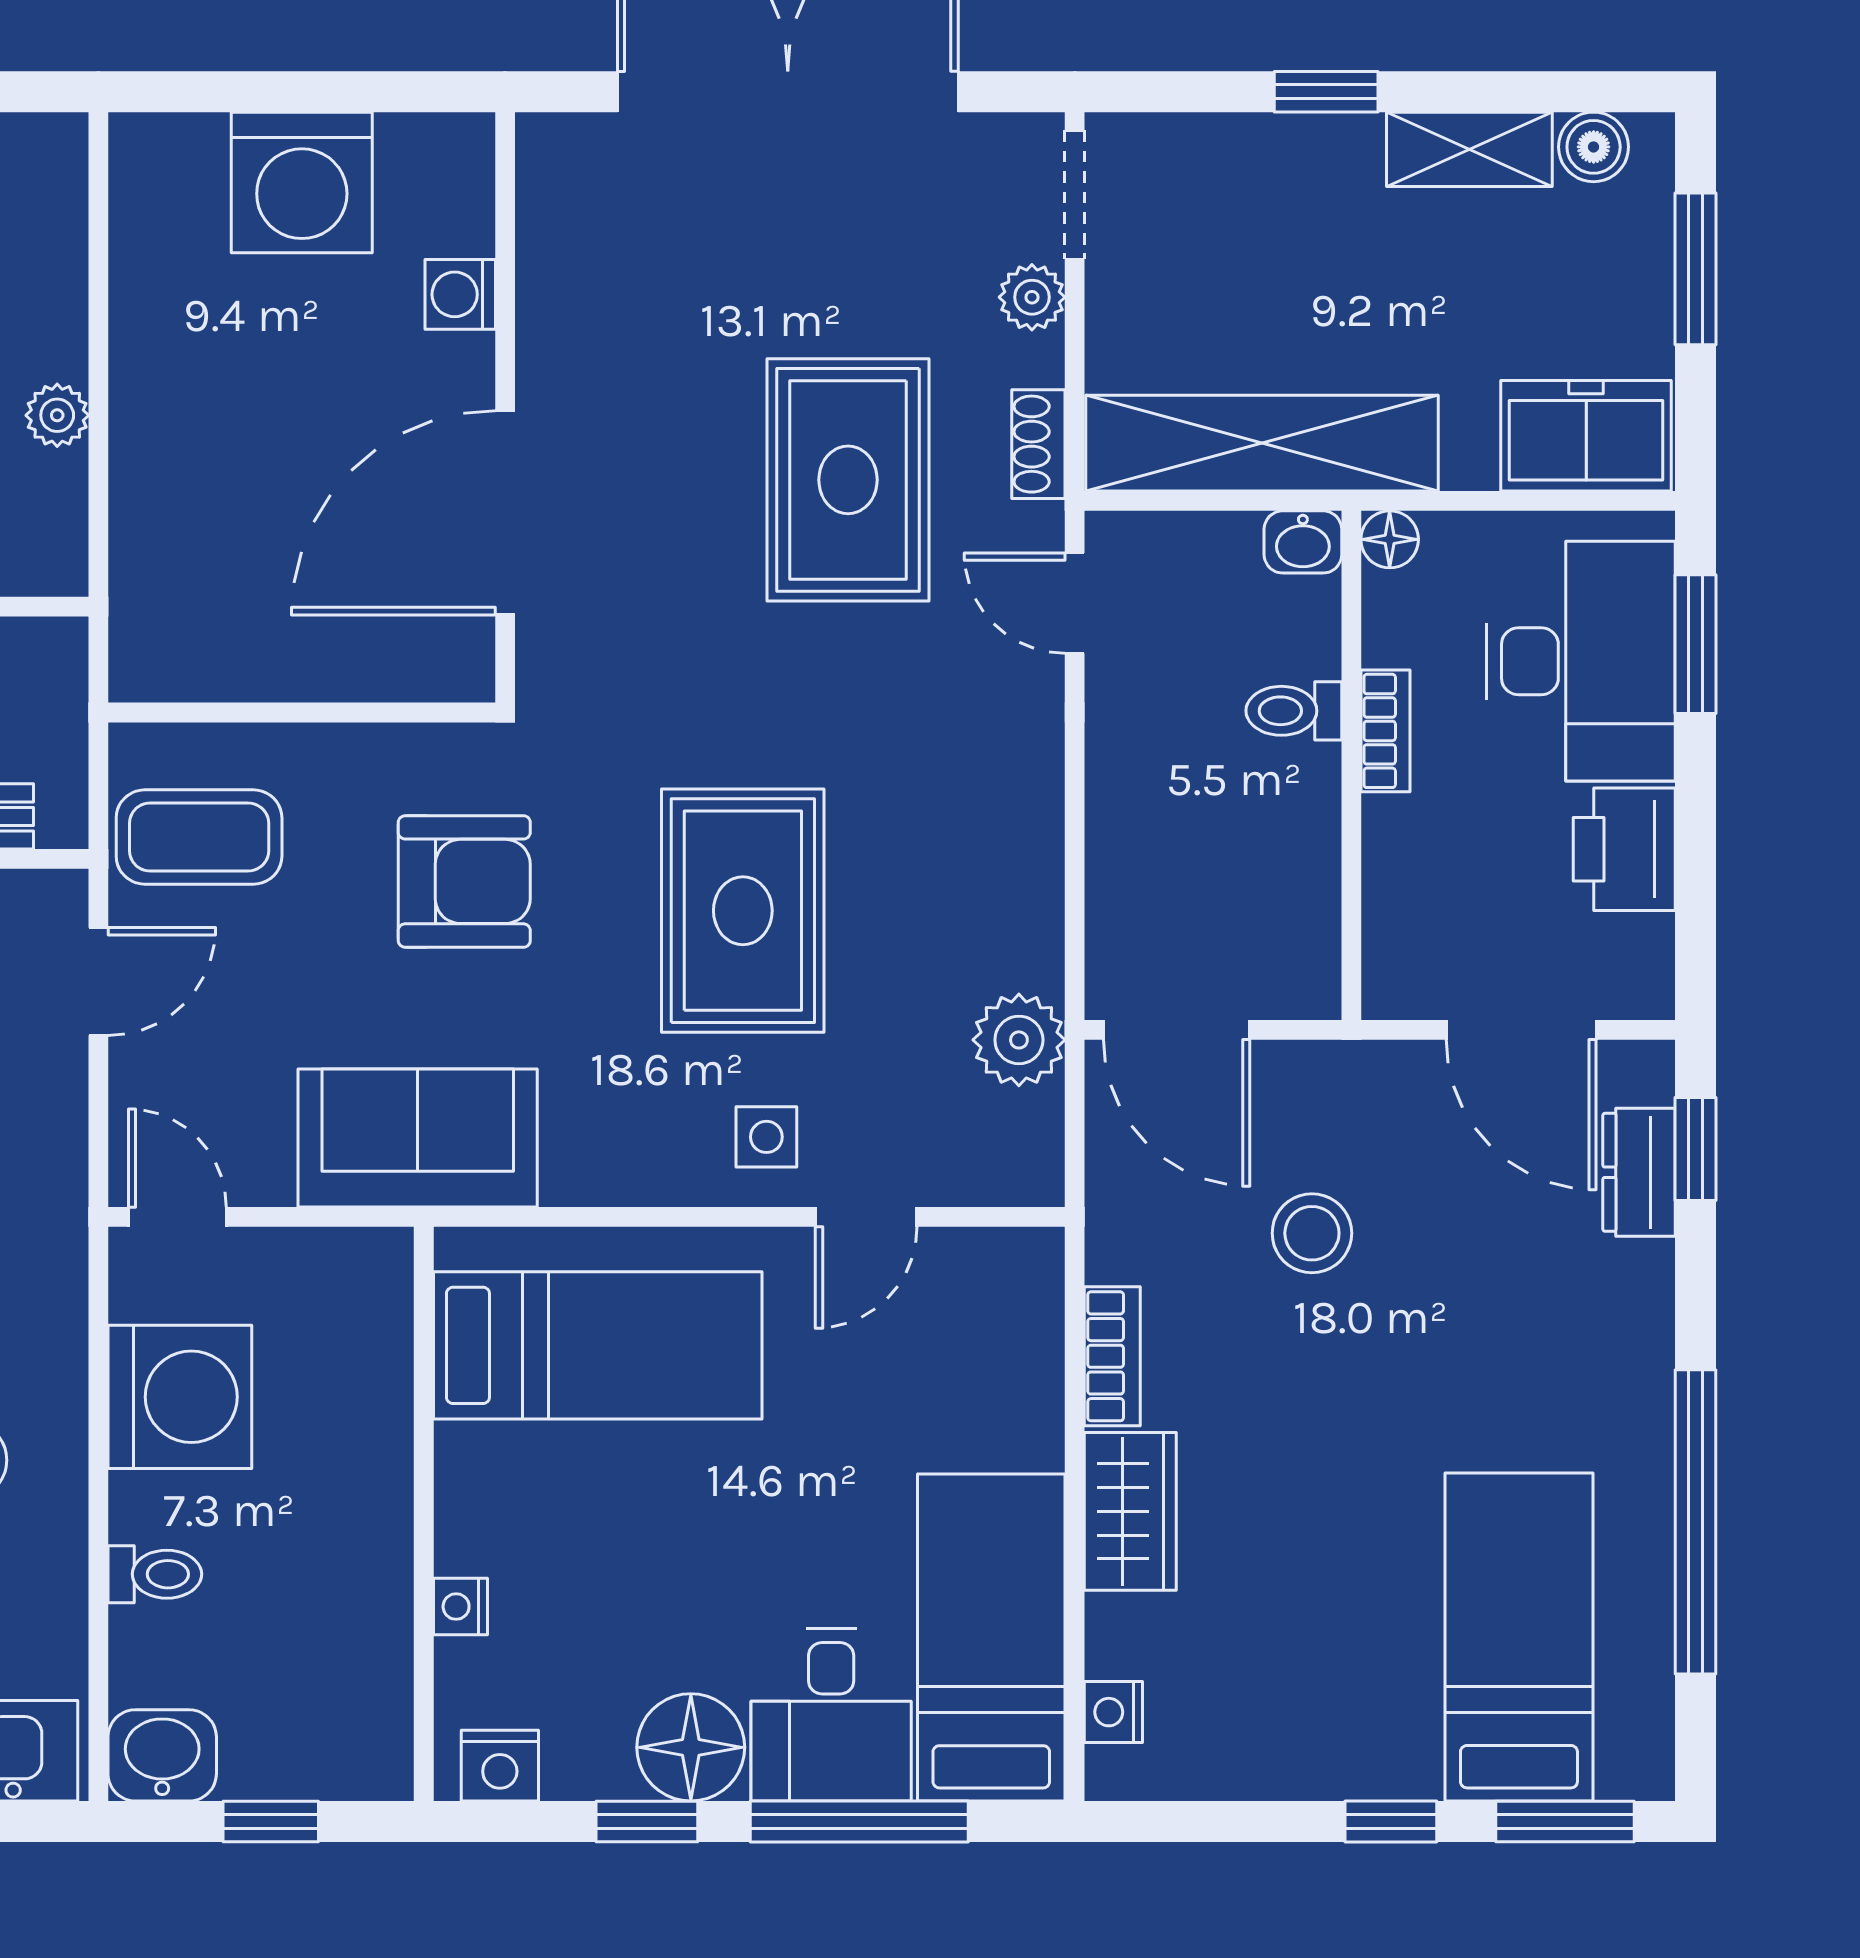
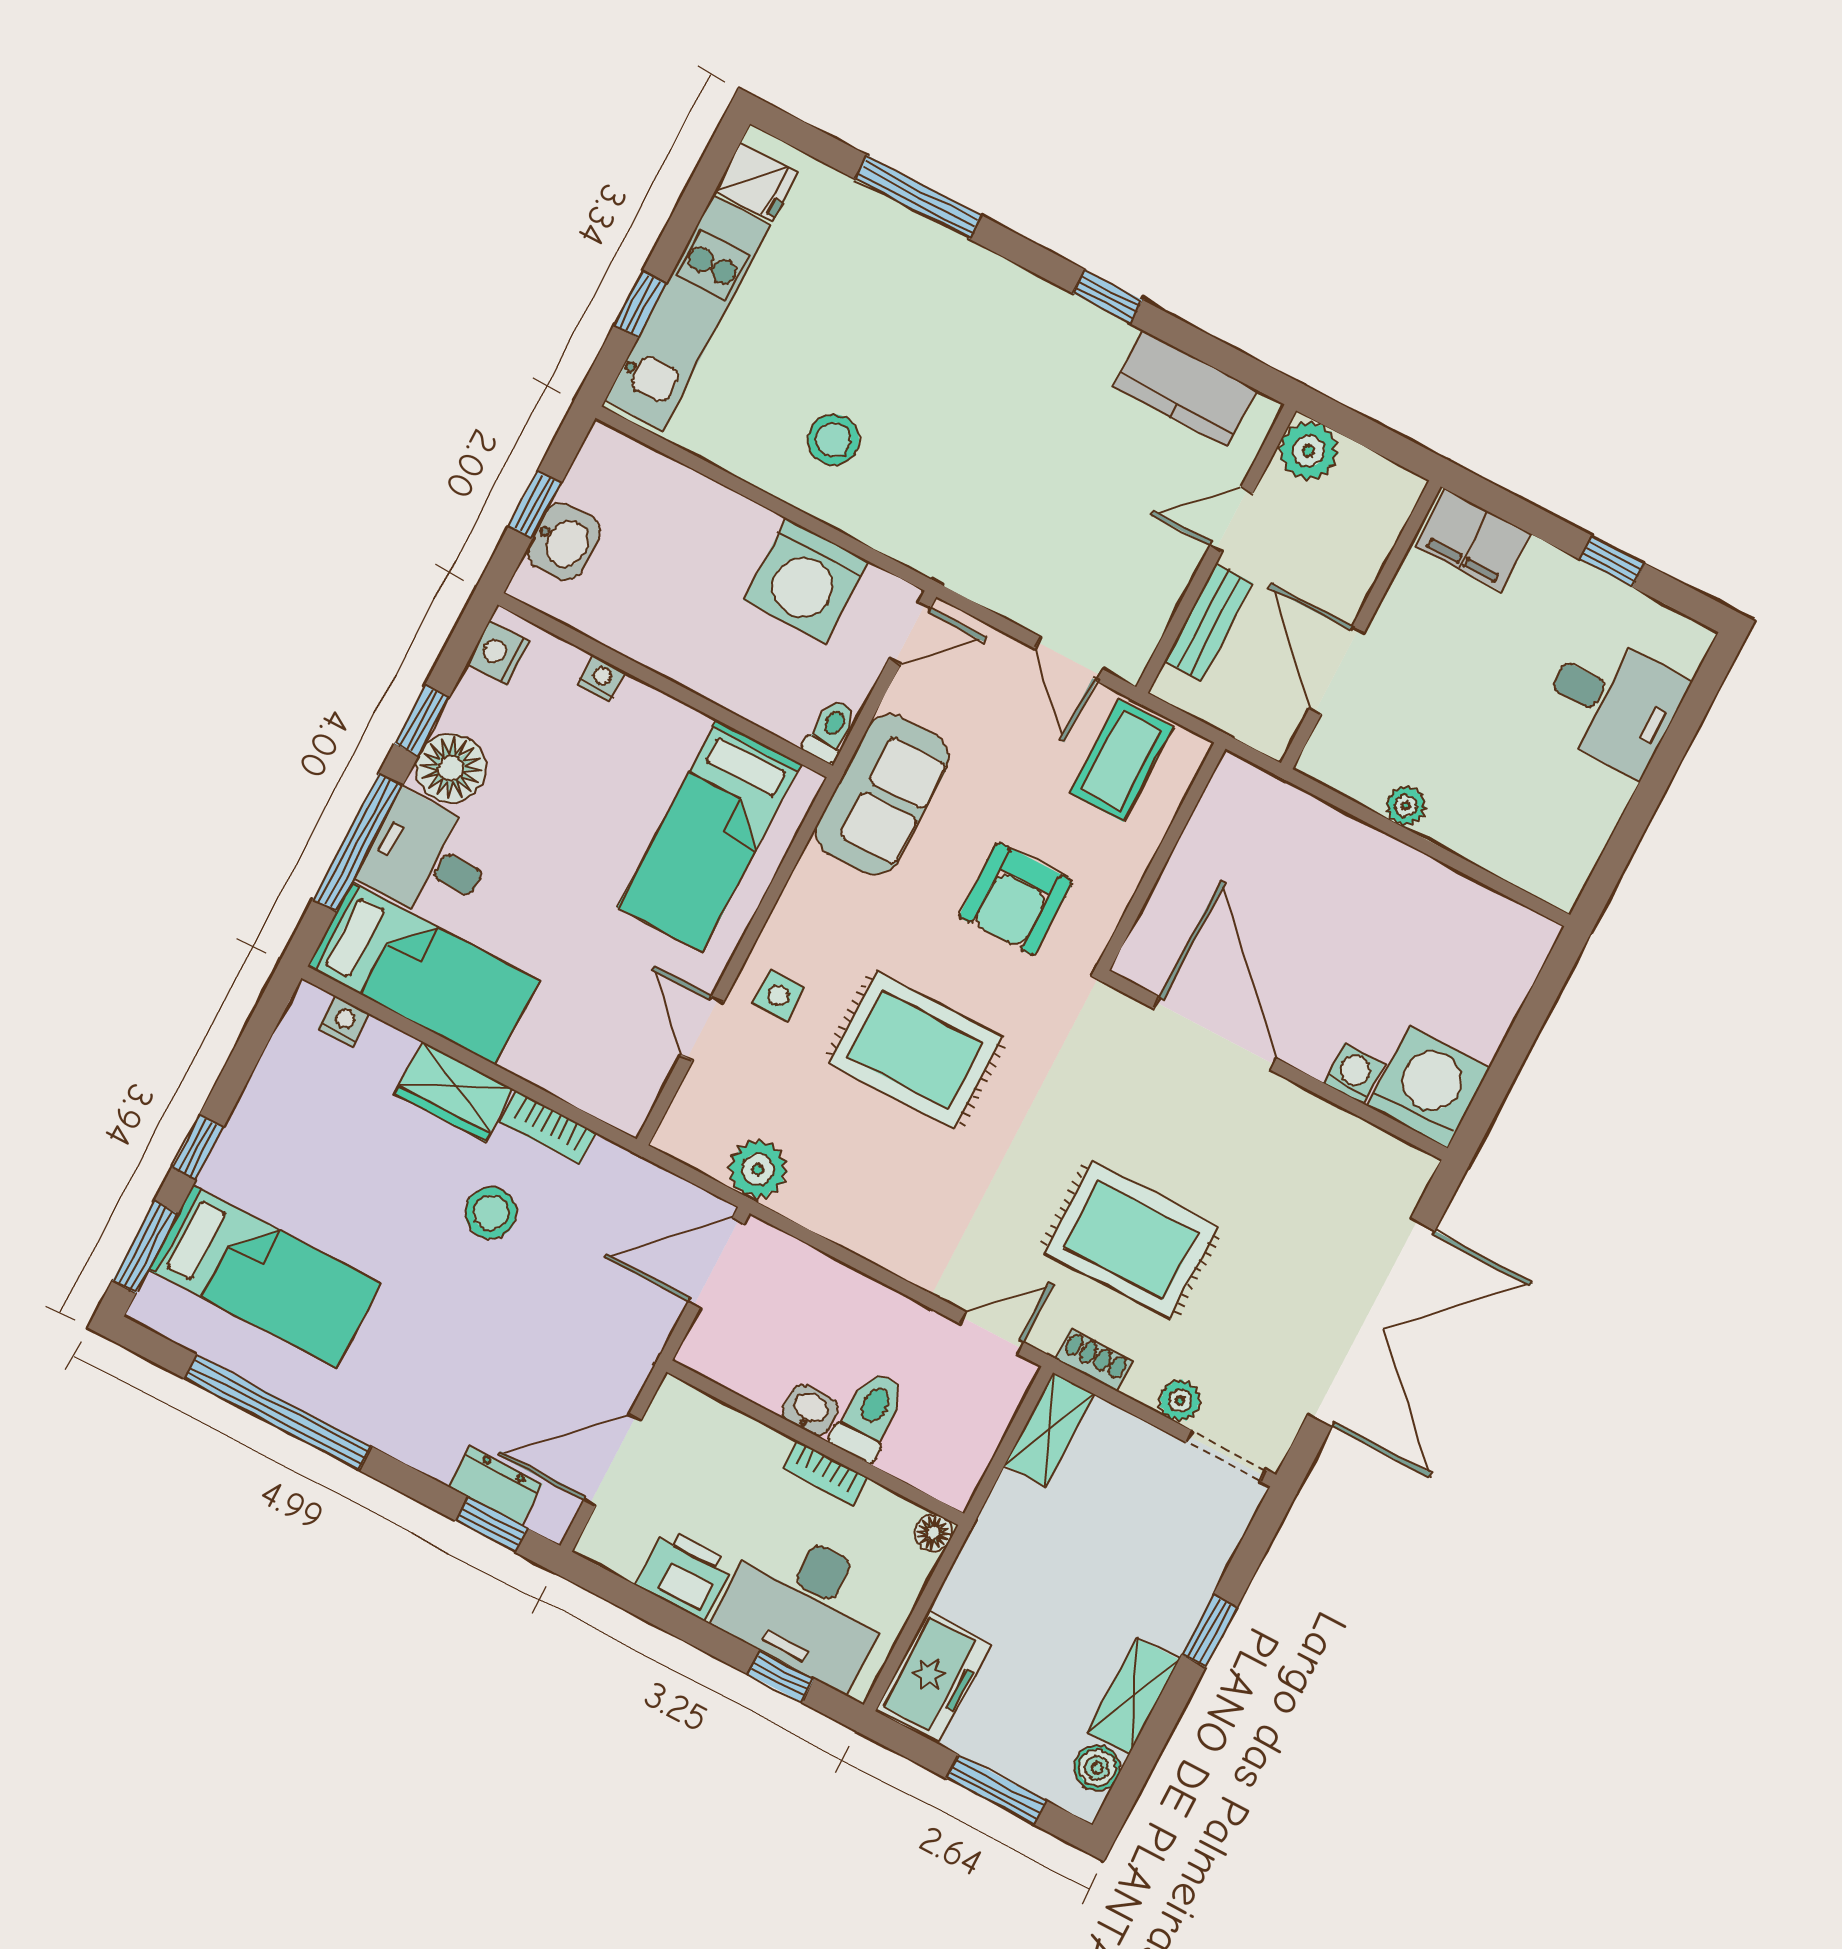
washing machine: (302, 182) -> (1429, 1087), moved, turned 90
shelving: (1262, 443) -> (1049, 1430), width x0.45, depth x0.75
washbasin: (1303, 542) -> (810, 1410), moved, turned 90
window: (1695, 644) -> (781, 1677), width x0.67
toilet: (1294, 711) -> (869, 1416), width x1.37, depth x1.39
stool: (1312, 1233) -> (491, 1213), moved
toilet: (155, 1574) -> (831, 731), moved, turned 180
washbasin: (162, 1755) -> (564, 542), moved

